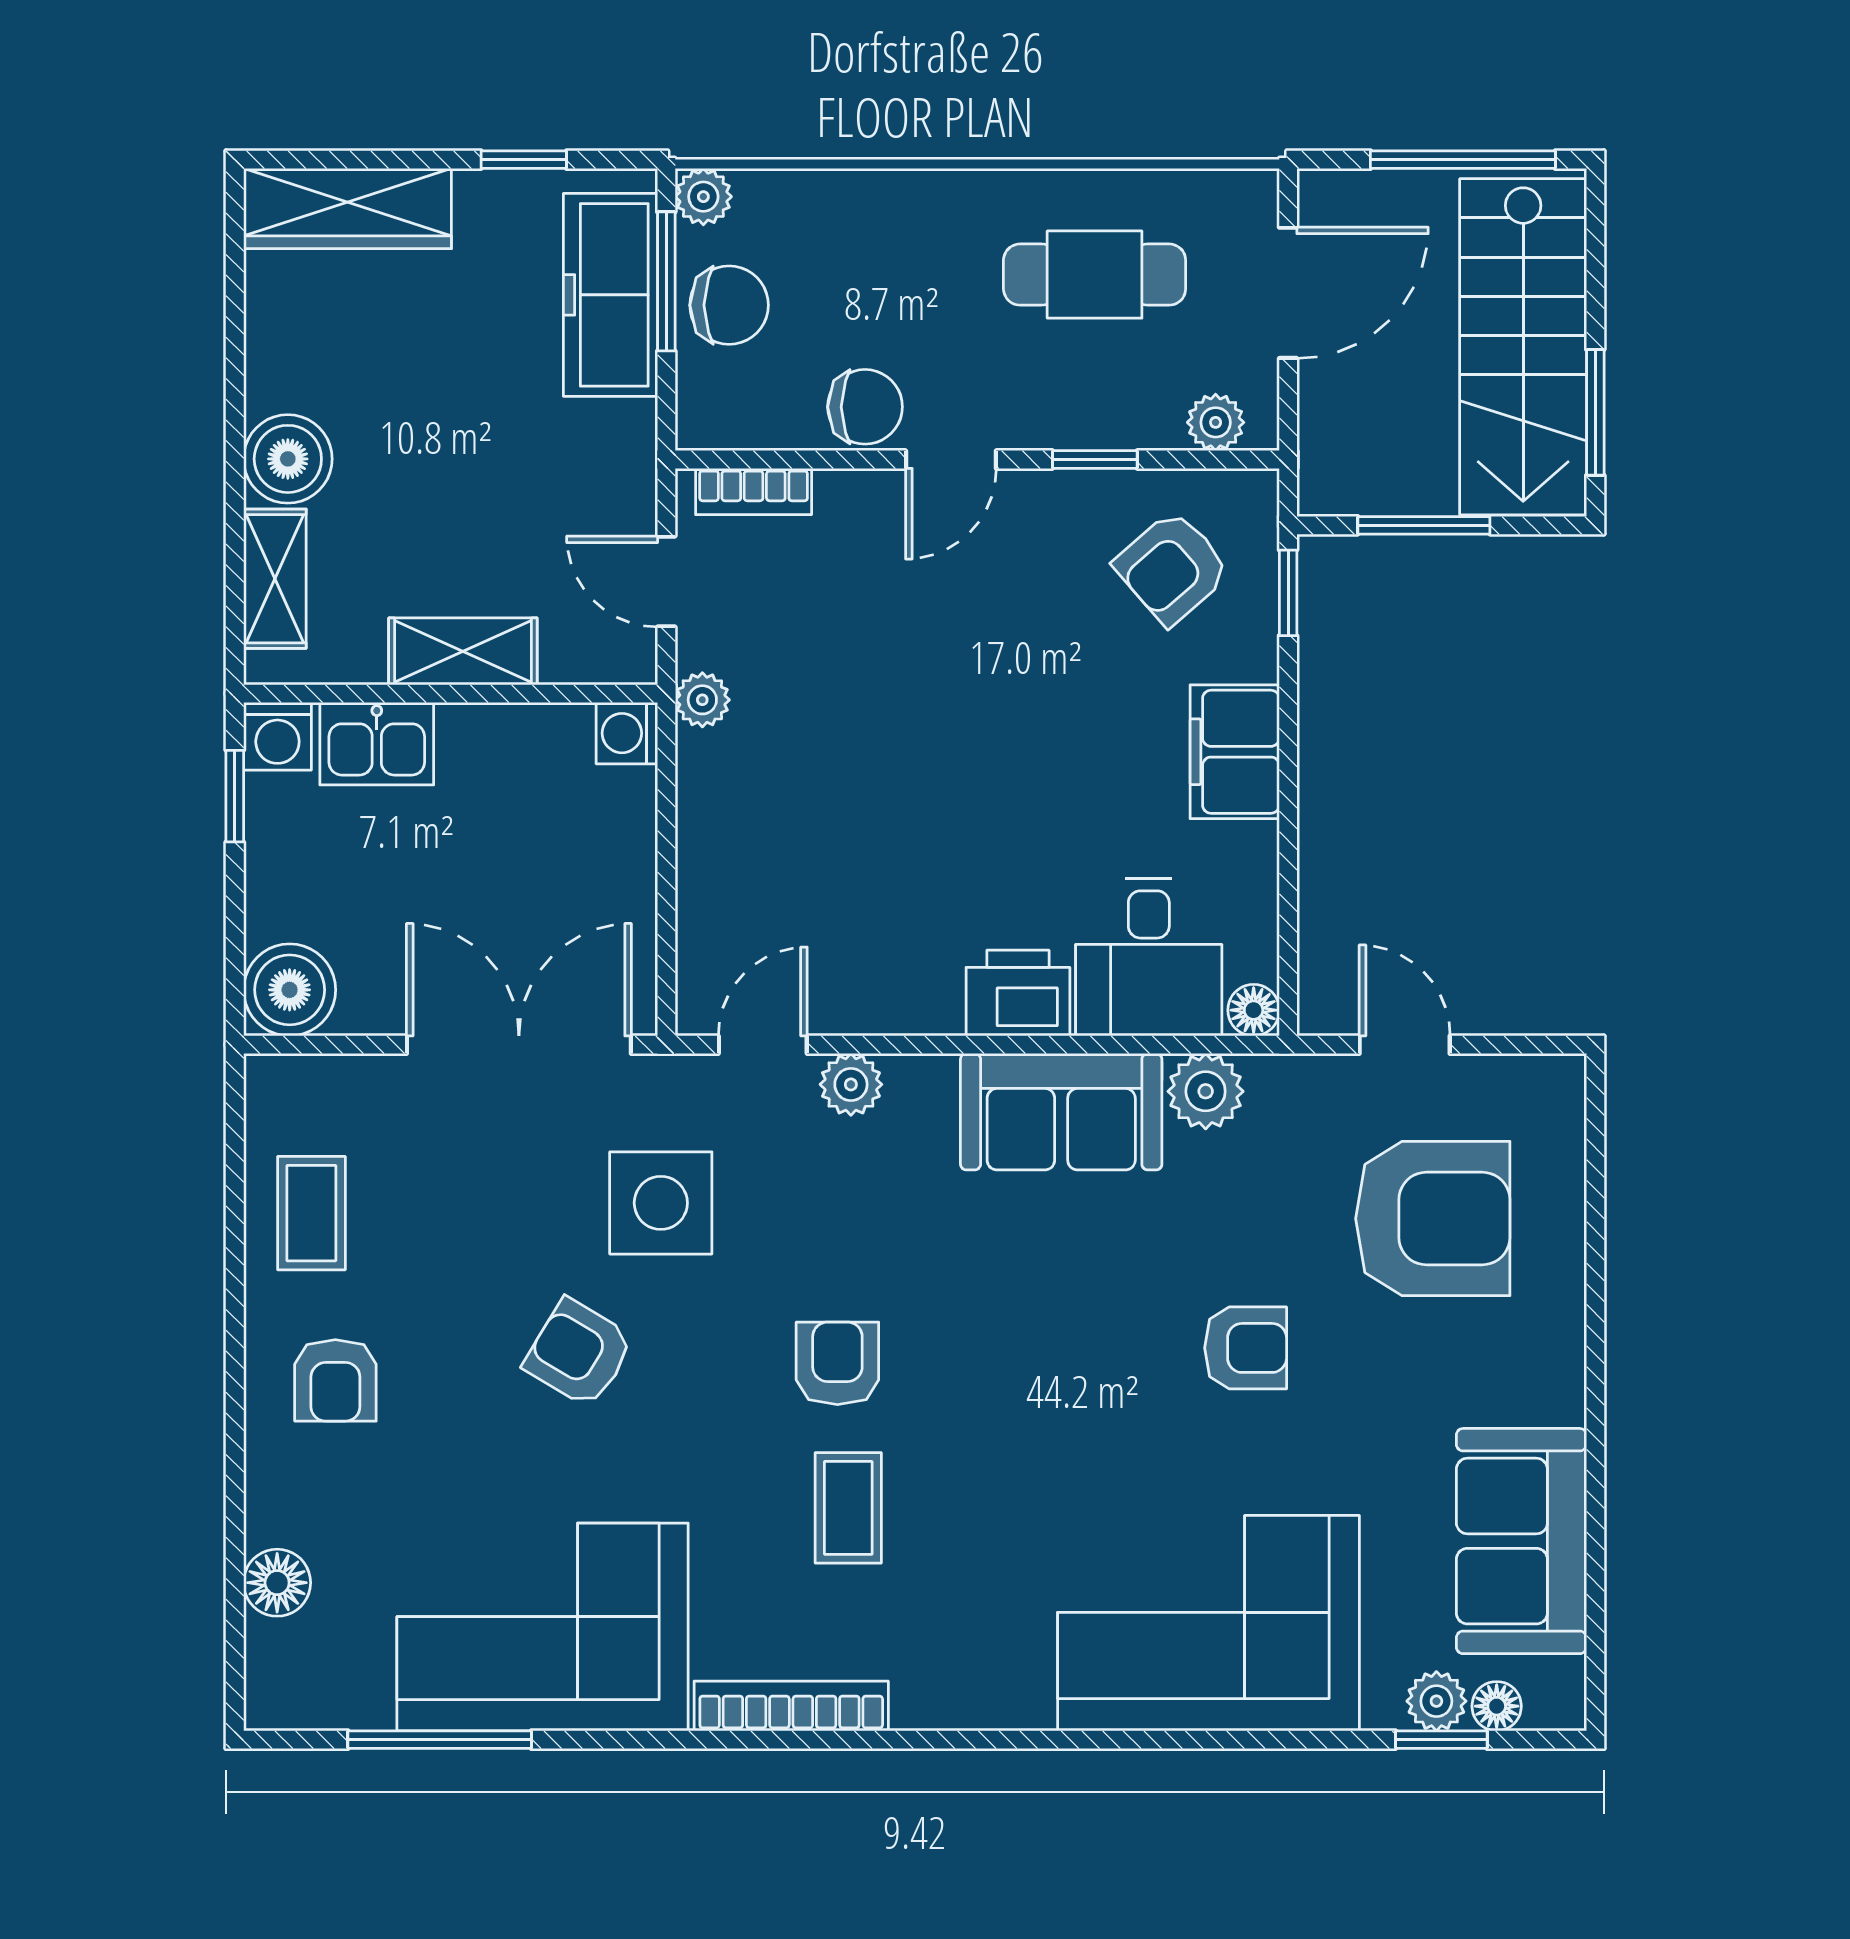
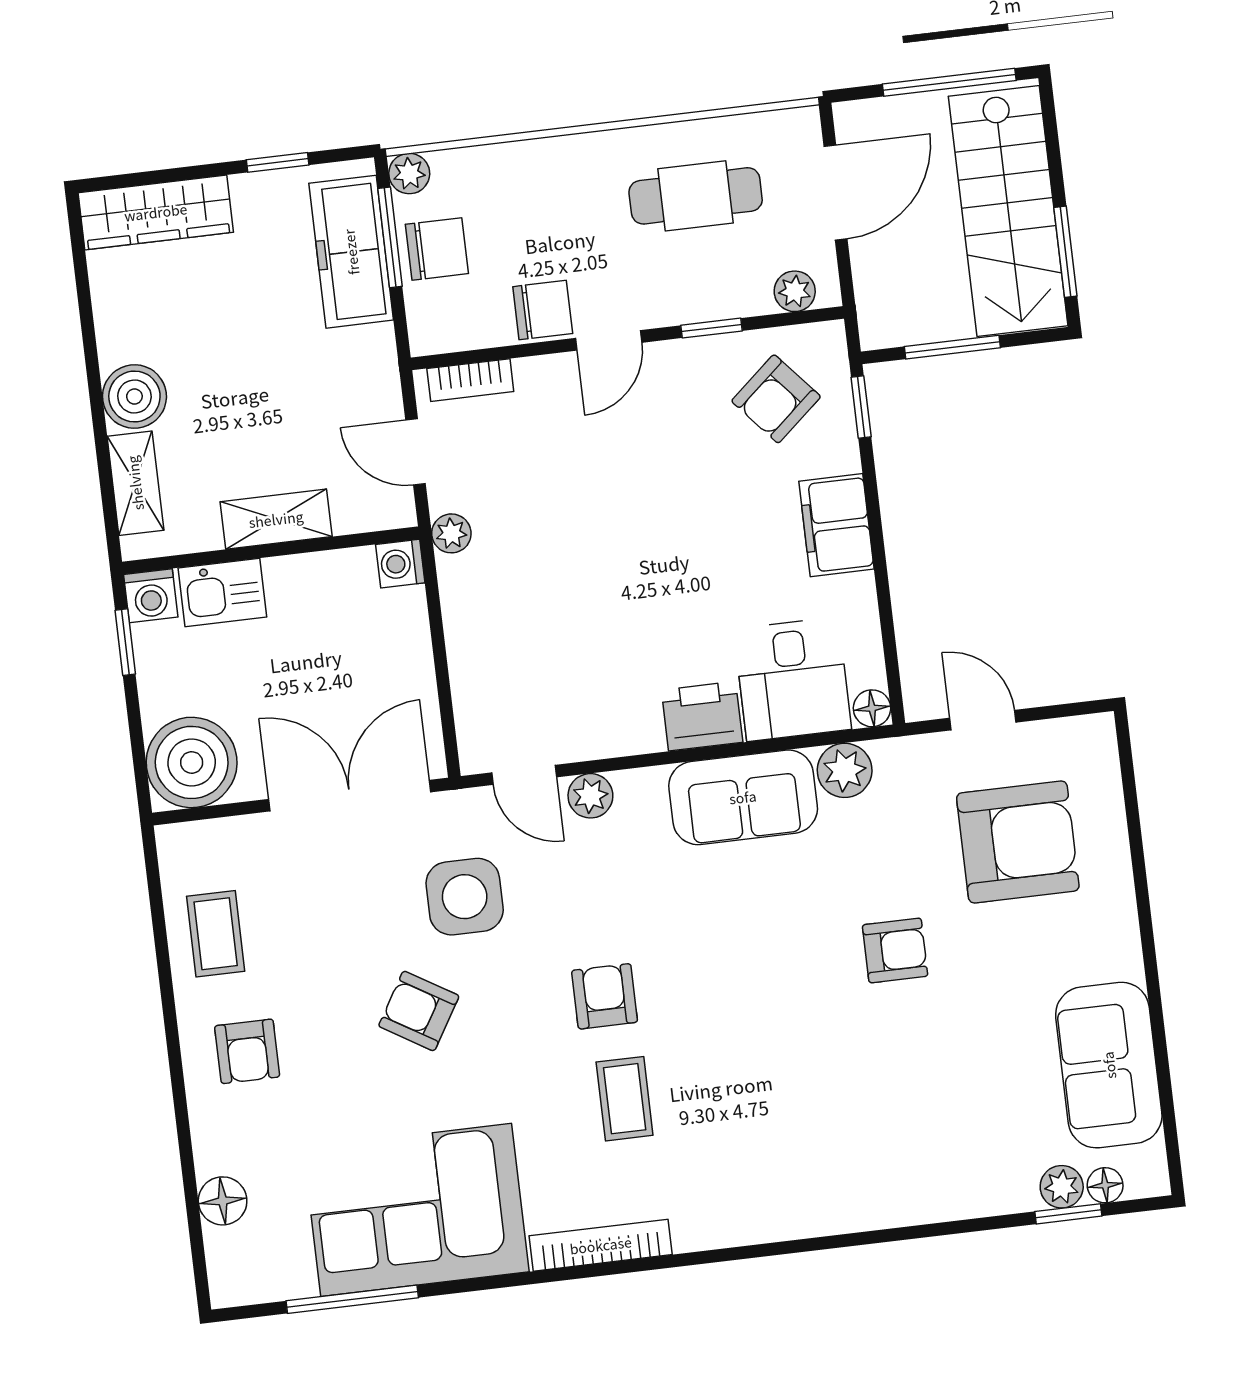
boiler: (290, 990) -> (192, 762), width x1.37, depth x1.37
door: (763, 1045) -> (524, 775), swing flipped
corner sofa: (1208, 1623) -> (892, 1150), removed

